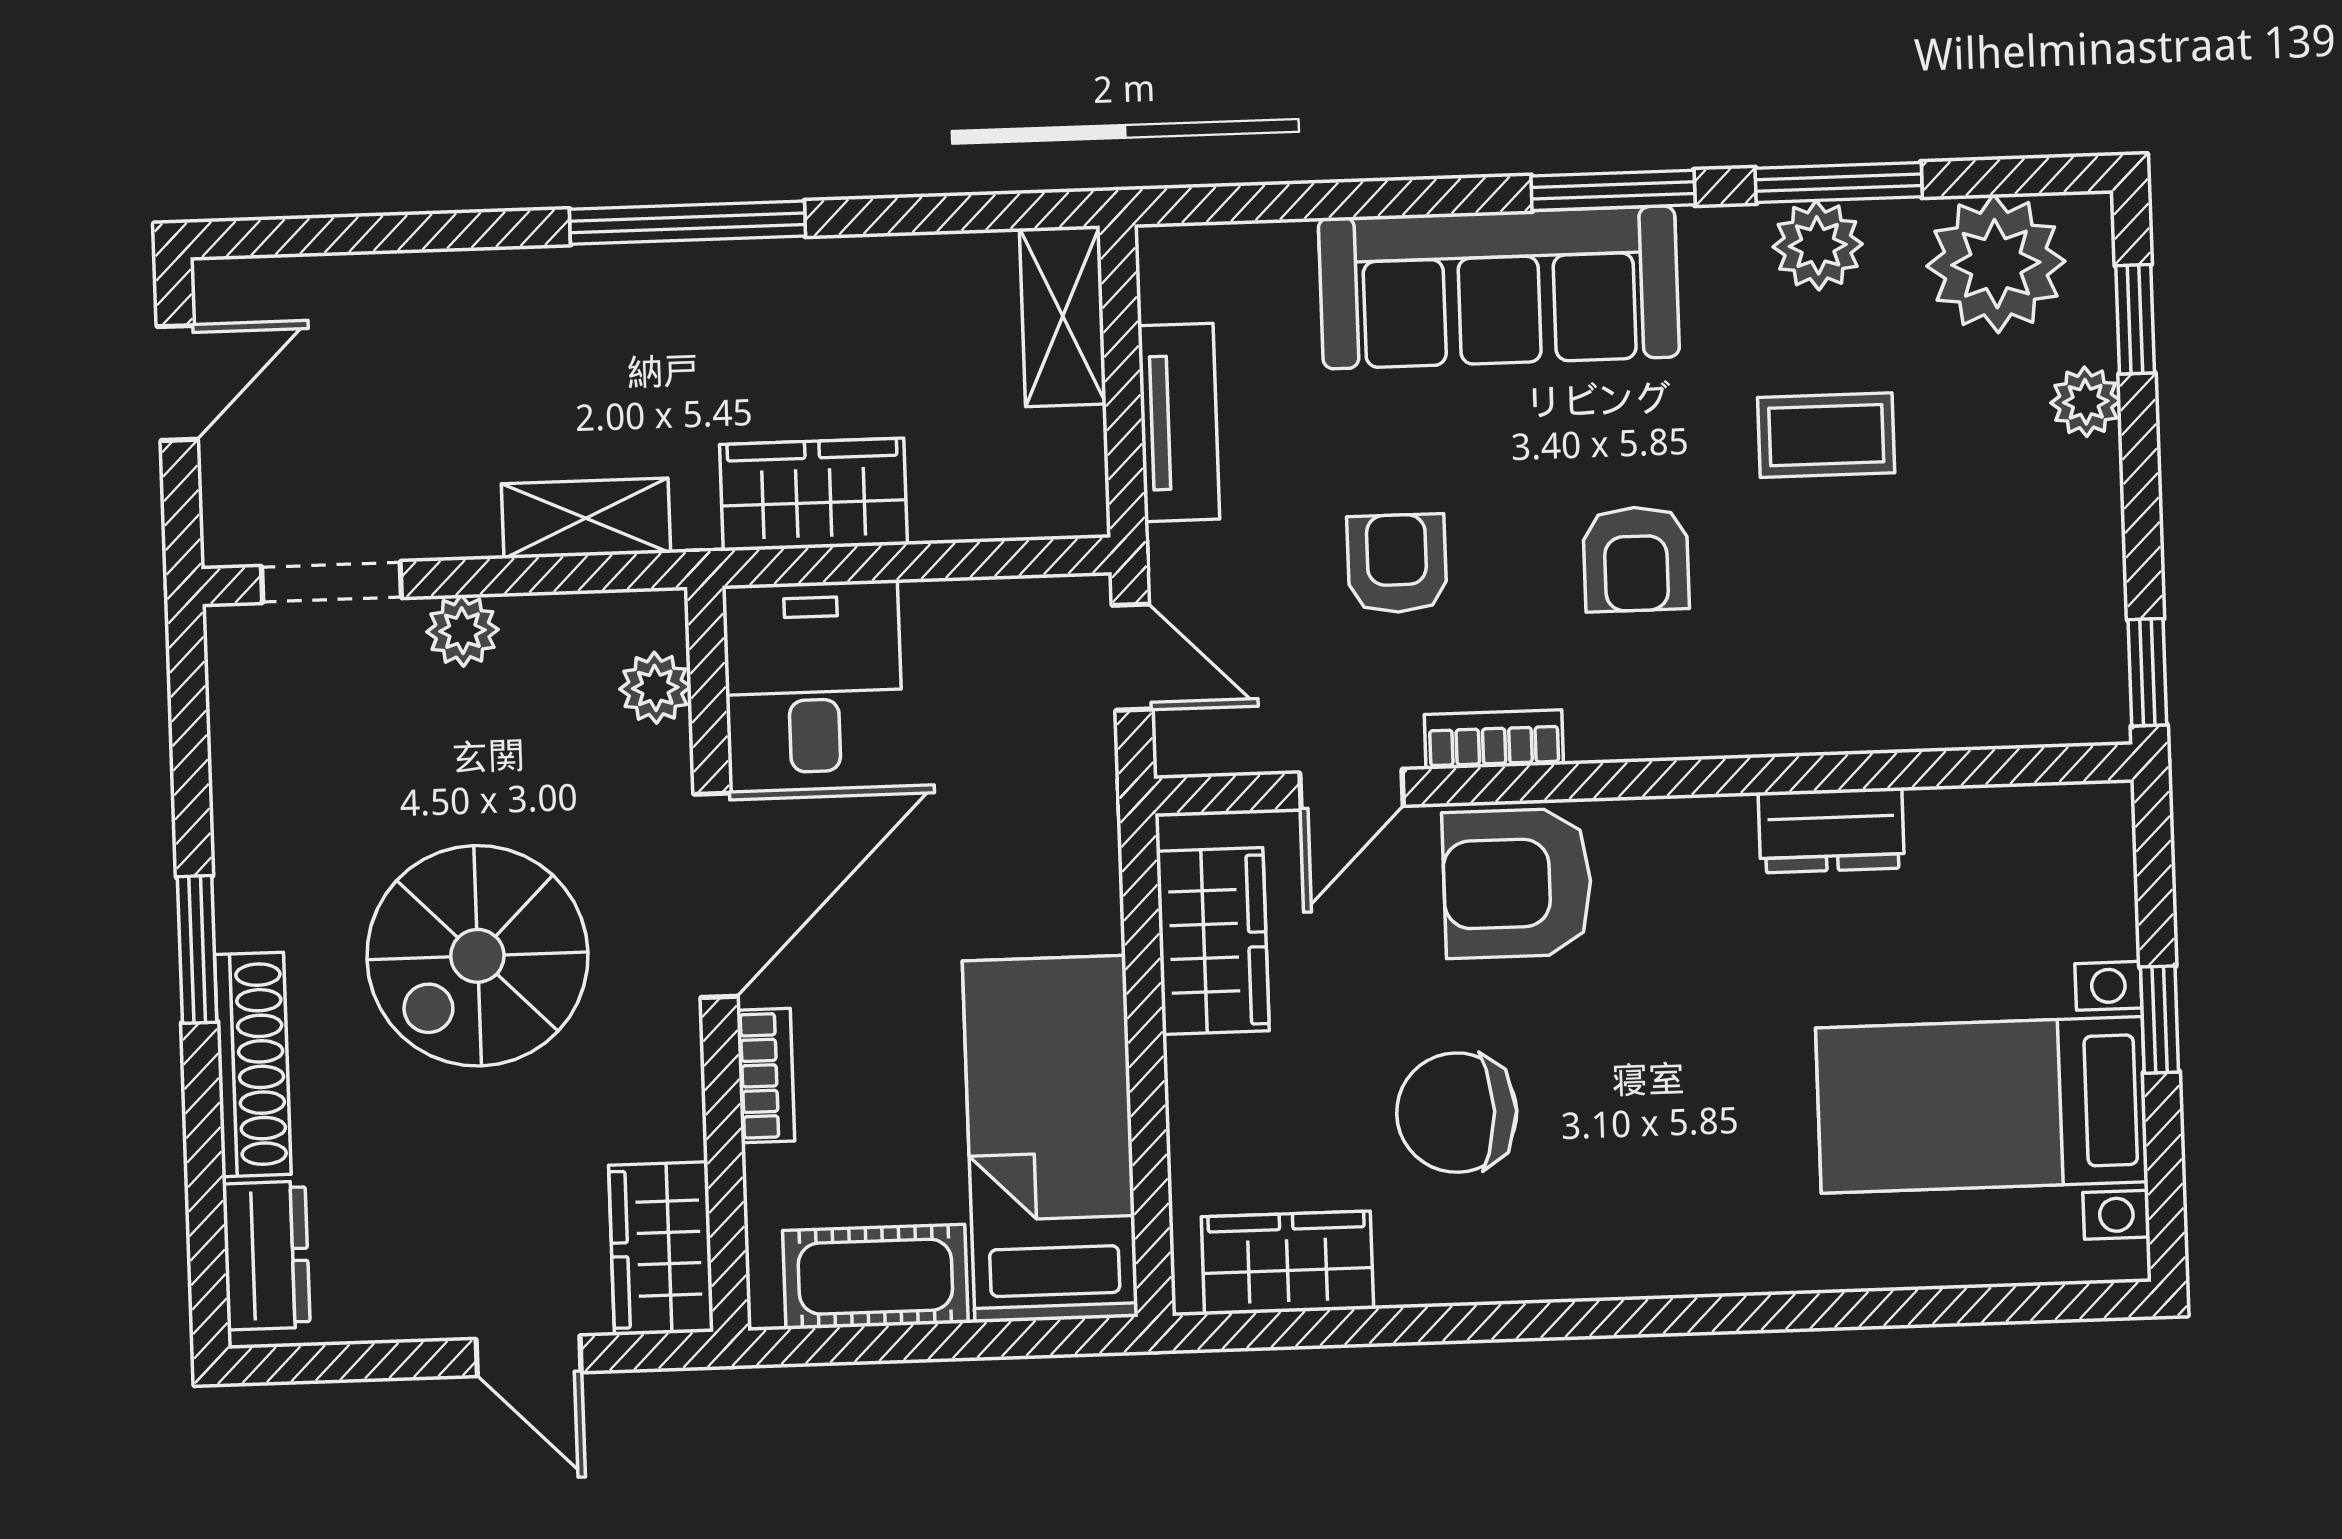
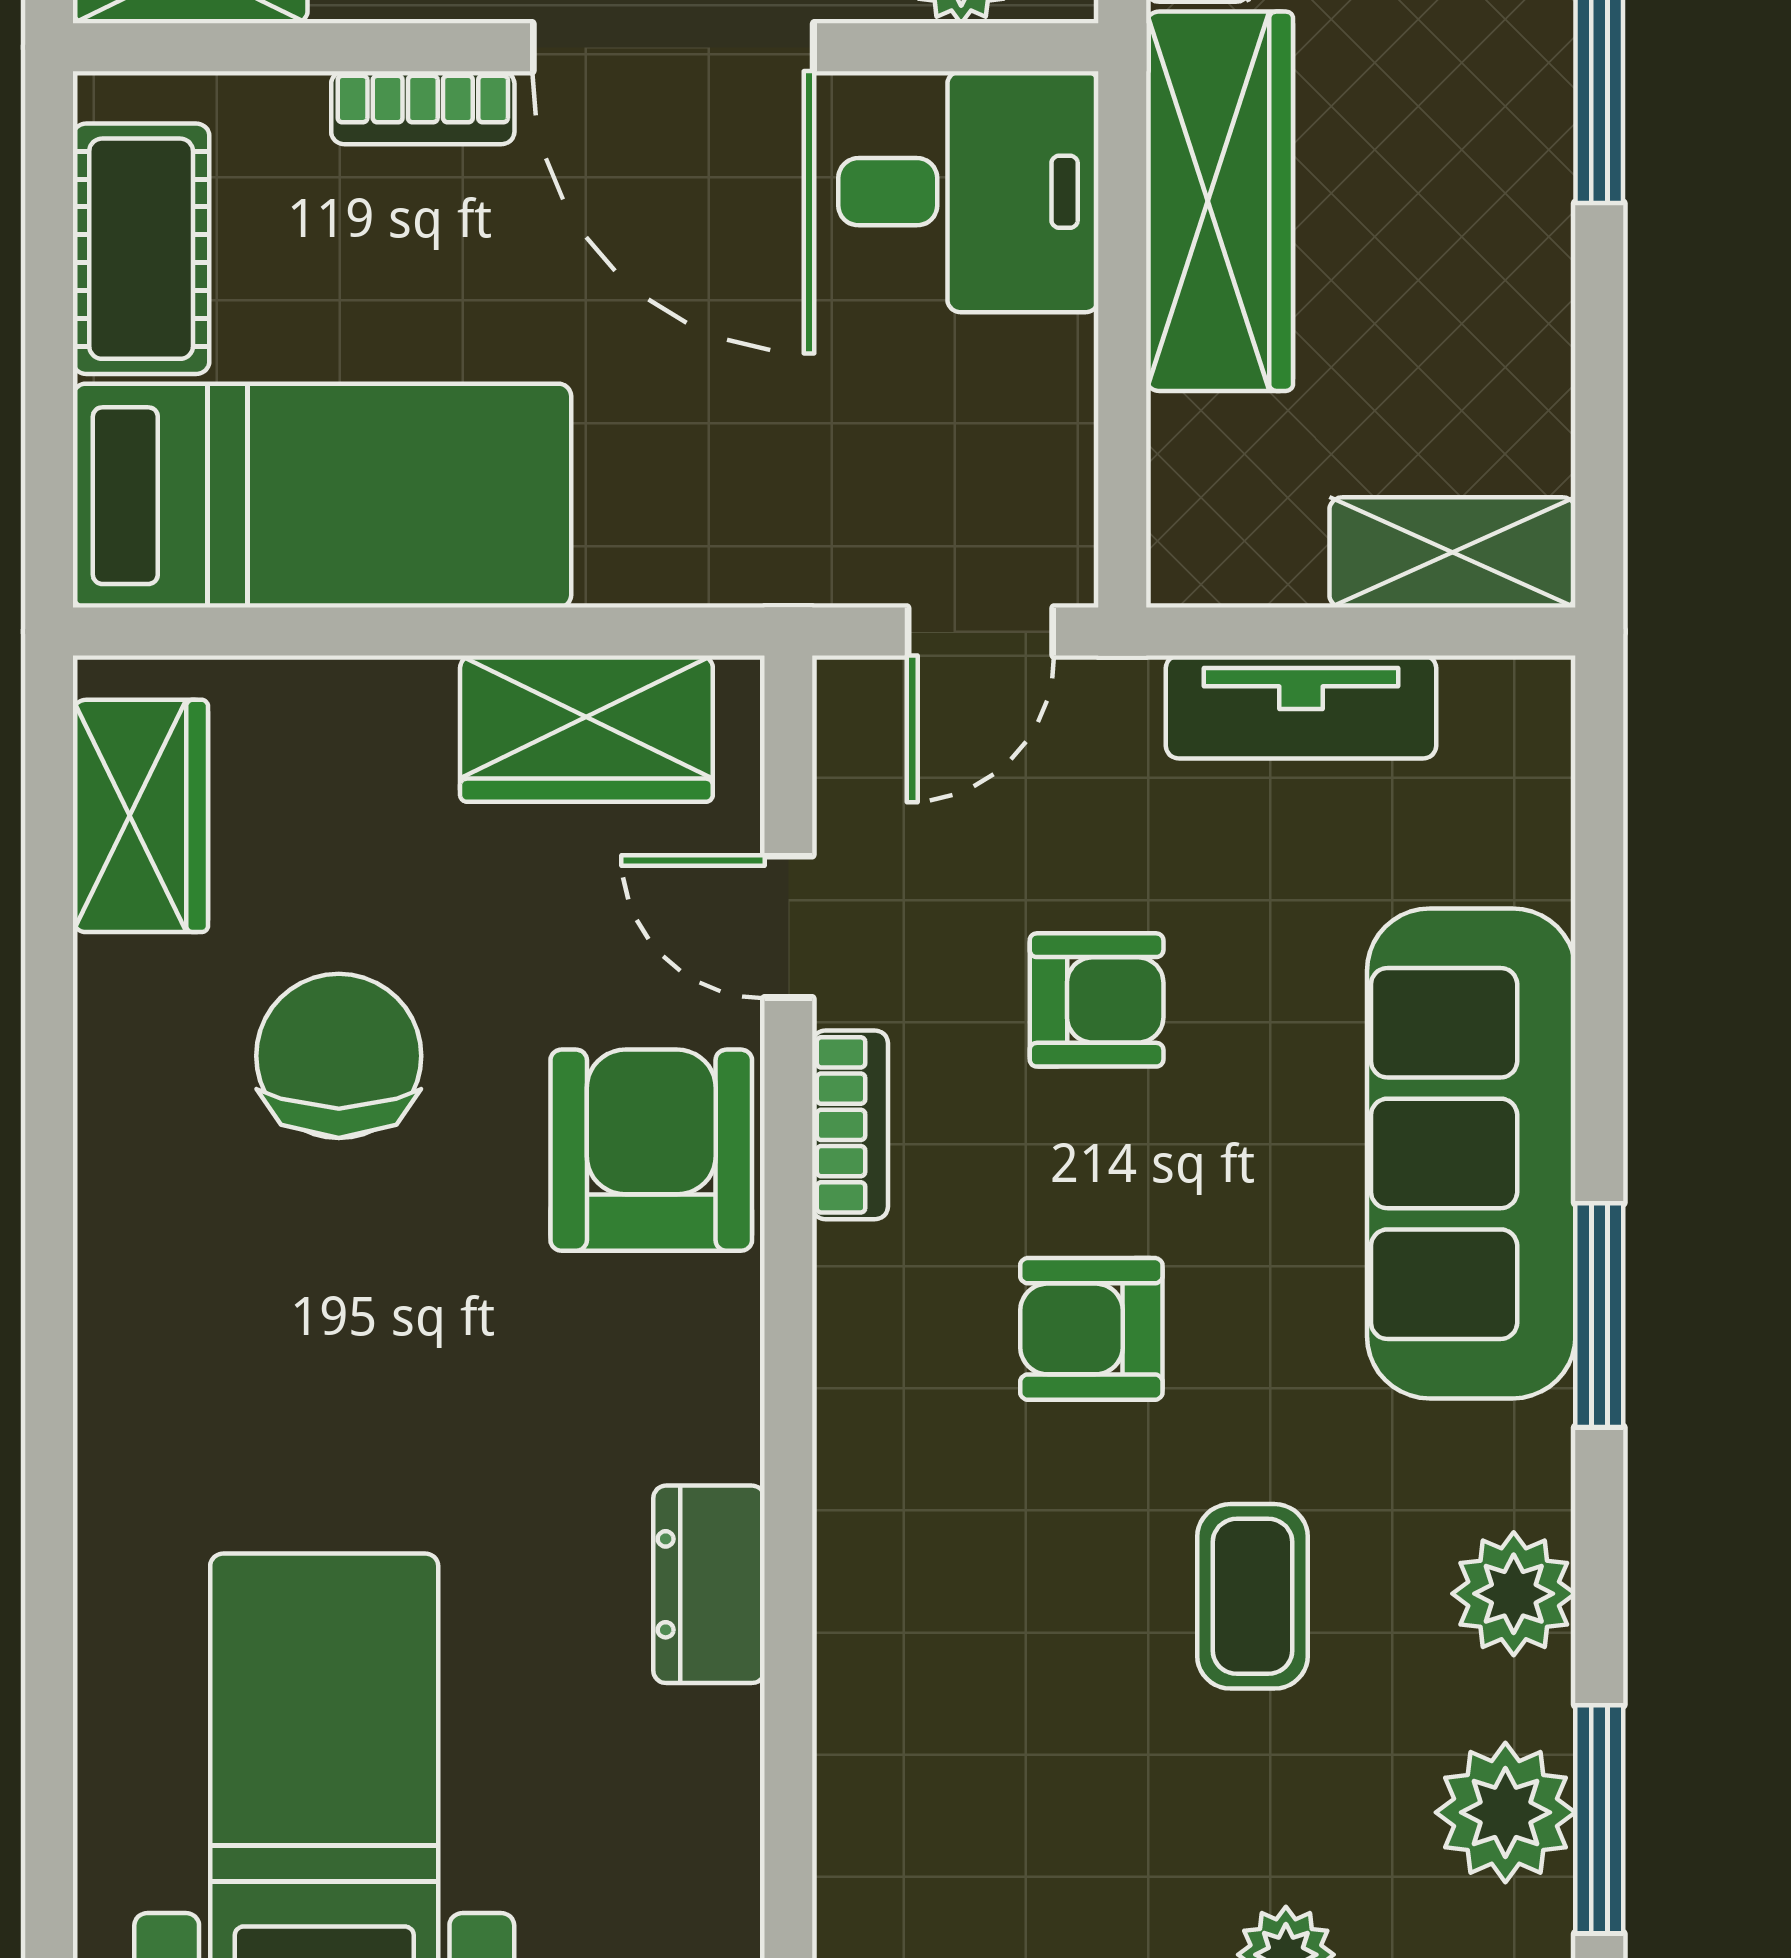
window: (1839, 182) -> (1599, 1819), moved
plant: (1996, 264) -> (1505, 1812), width x0.73, depth x0.73
wardrobe: (813, 494) -> (1219, 201), width x1.50

